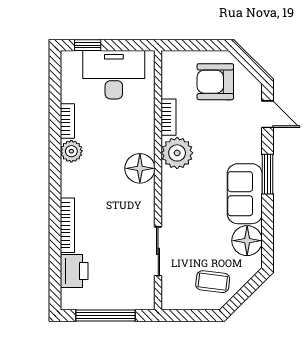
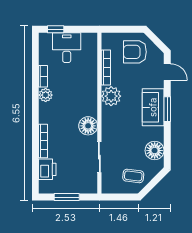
desk: (114, 75) -> (67, 48), width x0.73
bookcase: (169, 117) -> (106, 67), width x1.56
floor lamp: (140, 168) -> (88, 126), moved
sofa: (245, 194) -> (153, 107), moved
window: (105, 316) -> (67, 197), width x0.69

